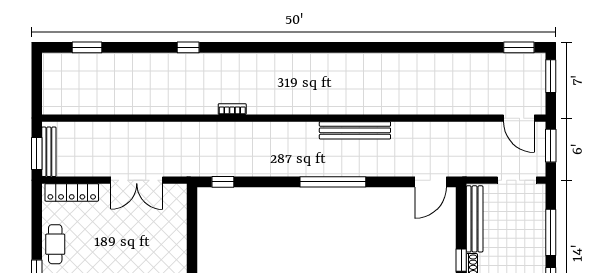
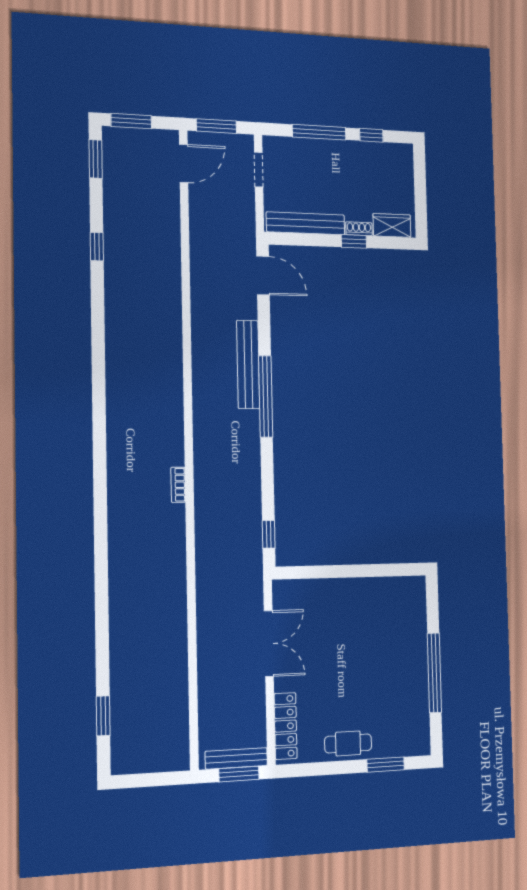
window: (188, 47) -> (97, 247), moved
bookcase: (232, 109) -> (178, 485), moved
bench: (355, 130) -> (248, 364), moved
doorway: (517, 180) -> (259, 170), width x0.73

